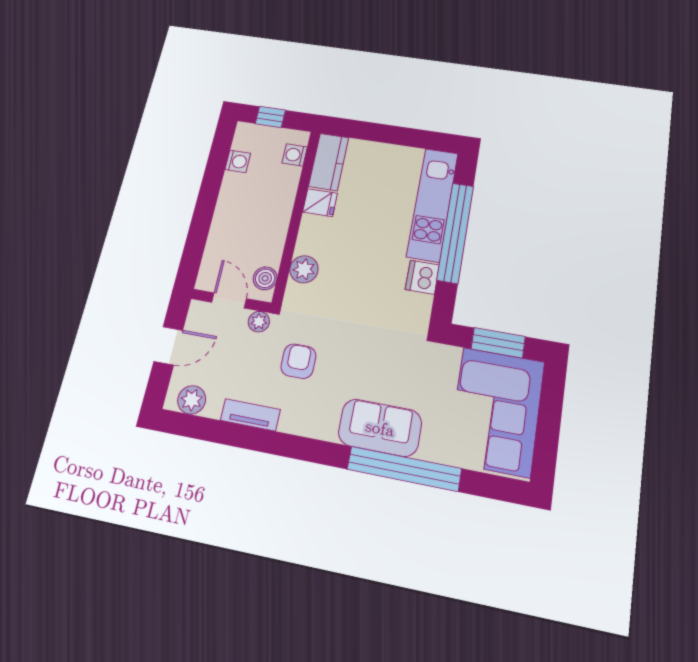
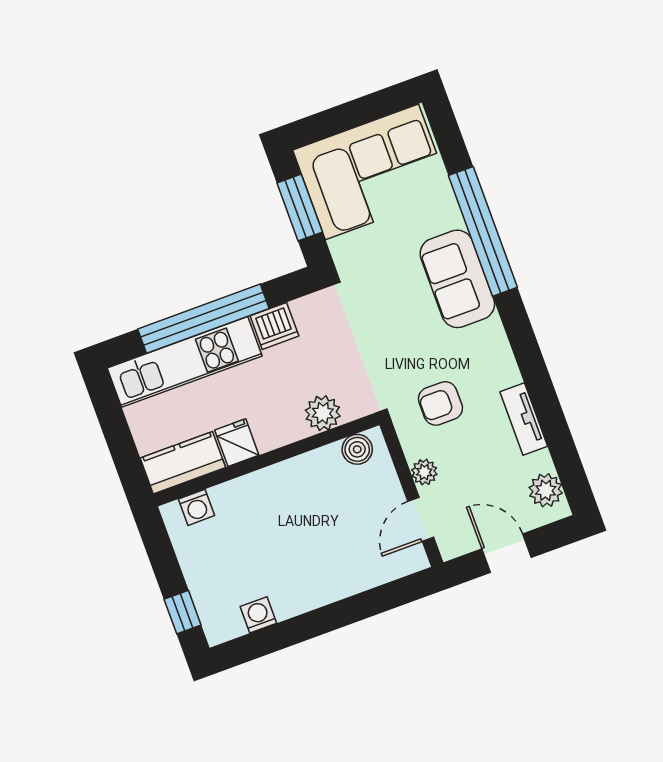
washing machine: (295, 155) -> (196, 507), moved
kitchen counter: (329, 162) -> (183, 463), moved
fridge: (320, 203) -> (237, 443), moved
wall: (297, 215) -> (266, 460), moved
plant: (304, 269) -> (323, 413), moved
boiler: (265, 278) -> (357, 449), moved

